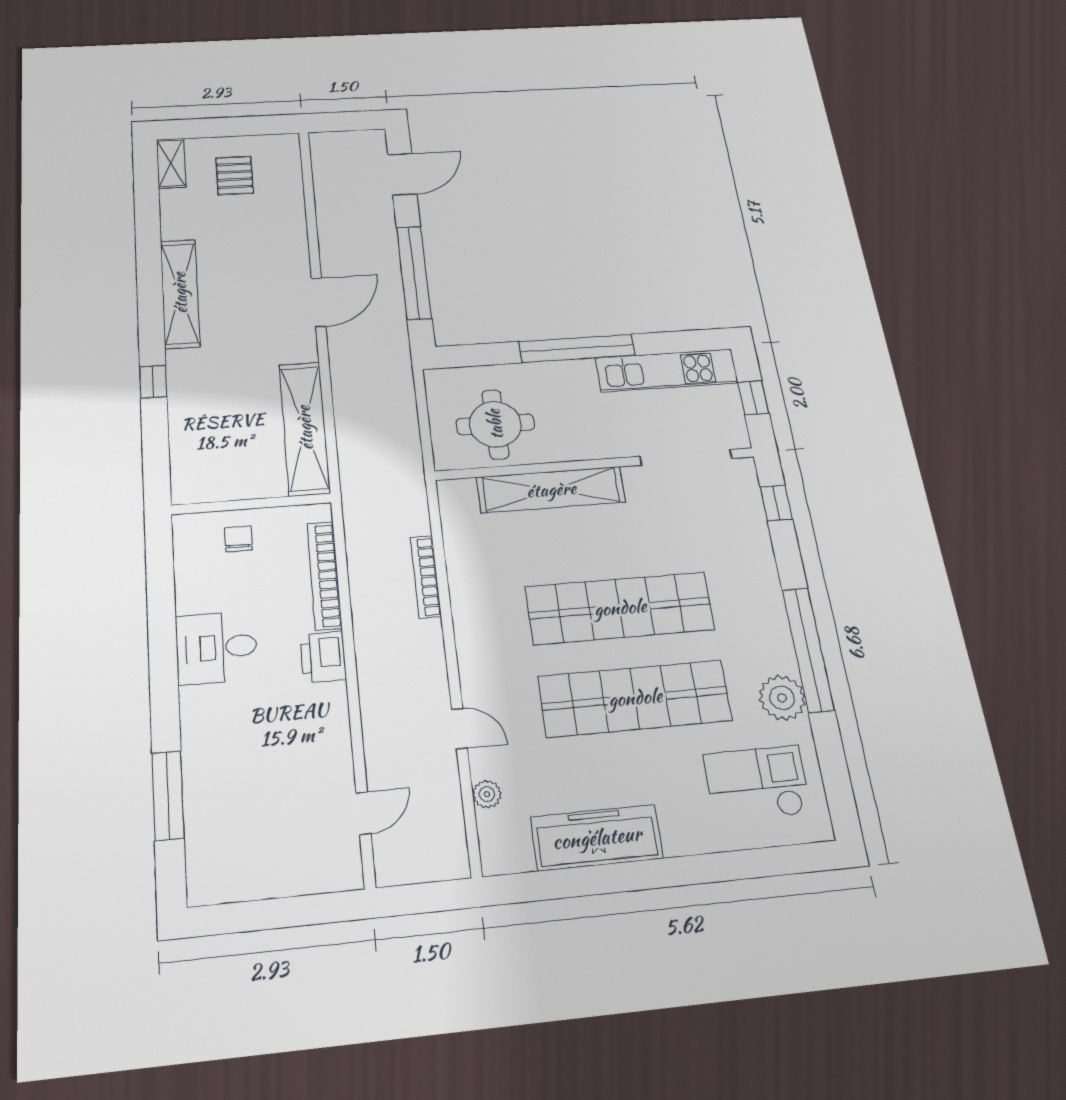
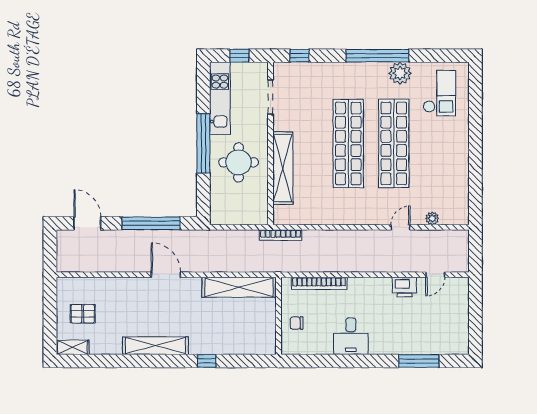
round table: (495, 424) -> (239, 162), moved
doorway: (686, 457) -> (271, 97), width x0.73
bookcase: (426, 577) -> (281, 235), moved
printer: (323, 657) -> (404, 287), moved
checkout: (757, 784) -> (439, 93), turned 180
door: (364, 813) -> (435, 275), swing flipped
freezer: (597, 838) -> (457, 171), removed

